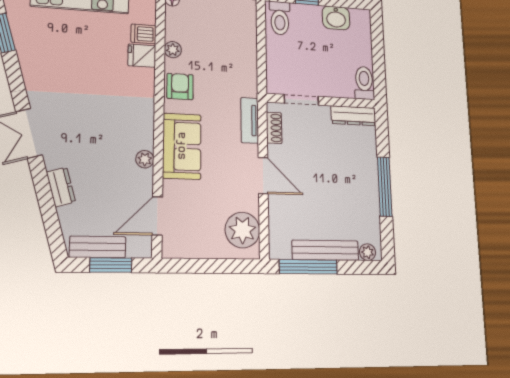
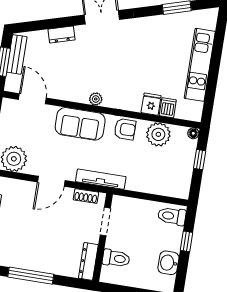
plant: (173, 50) -> (158, 134), width x1.87, depth x1.87
toilet: (364, 83) -> (116, 258), moved
tv unit: (250, 120) -> (101, 179), width x1.41
plant: (145, 159) -> (96, 99), moved

